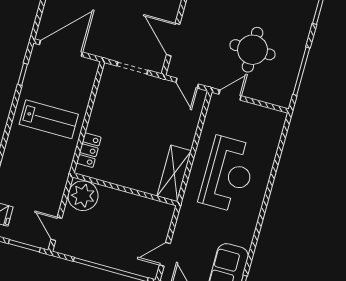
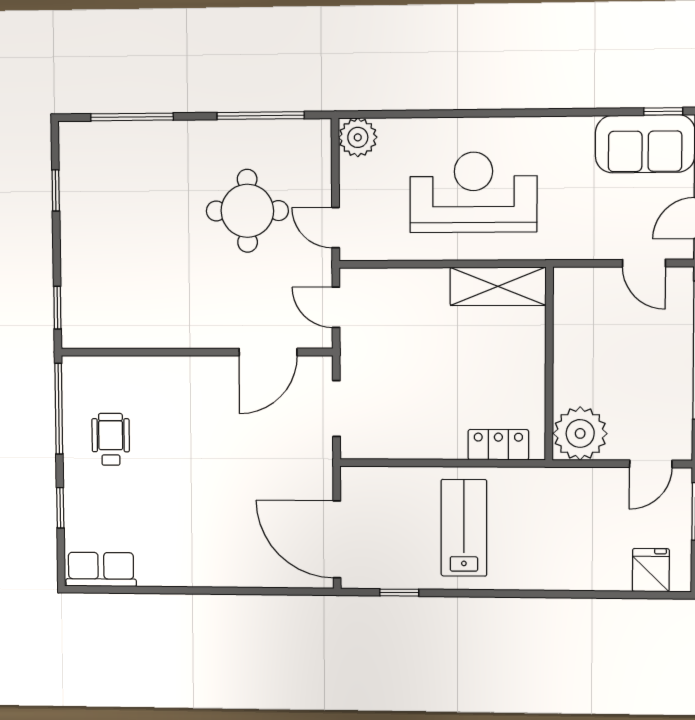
door: (187, 83) -> (336, 307), swing flipped
plant: (275, 120) -> (358, 137), added

